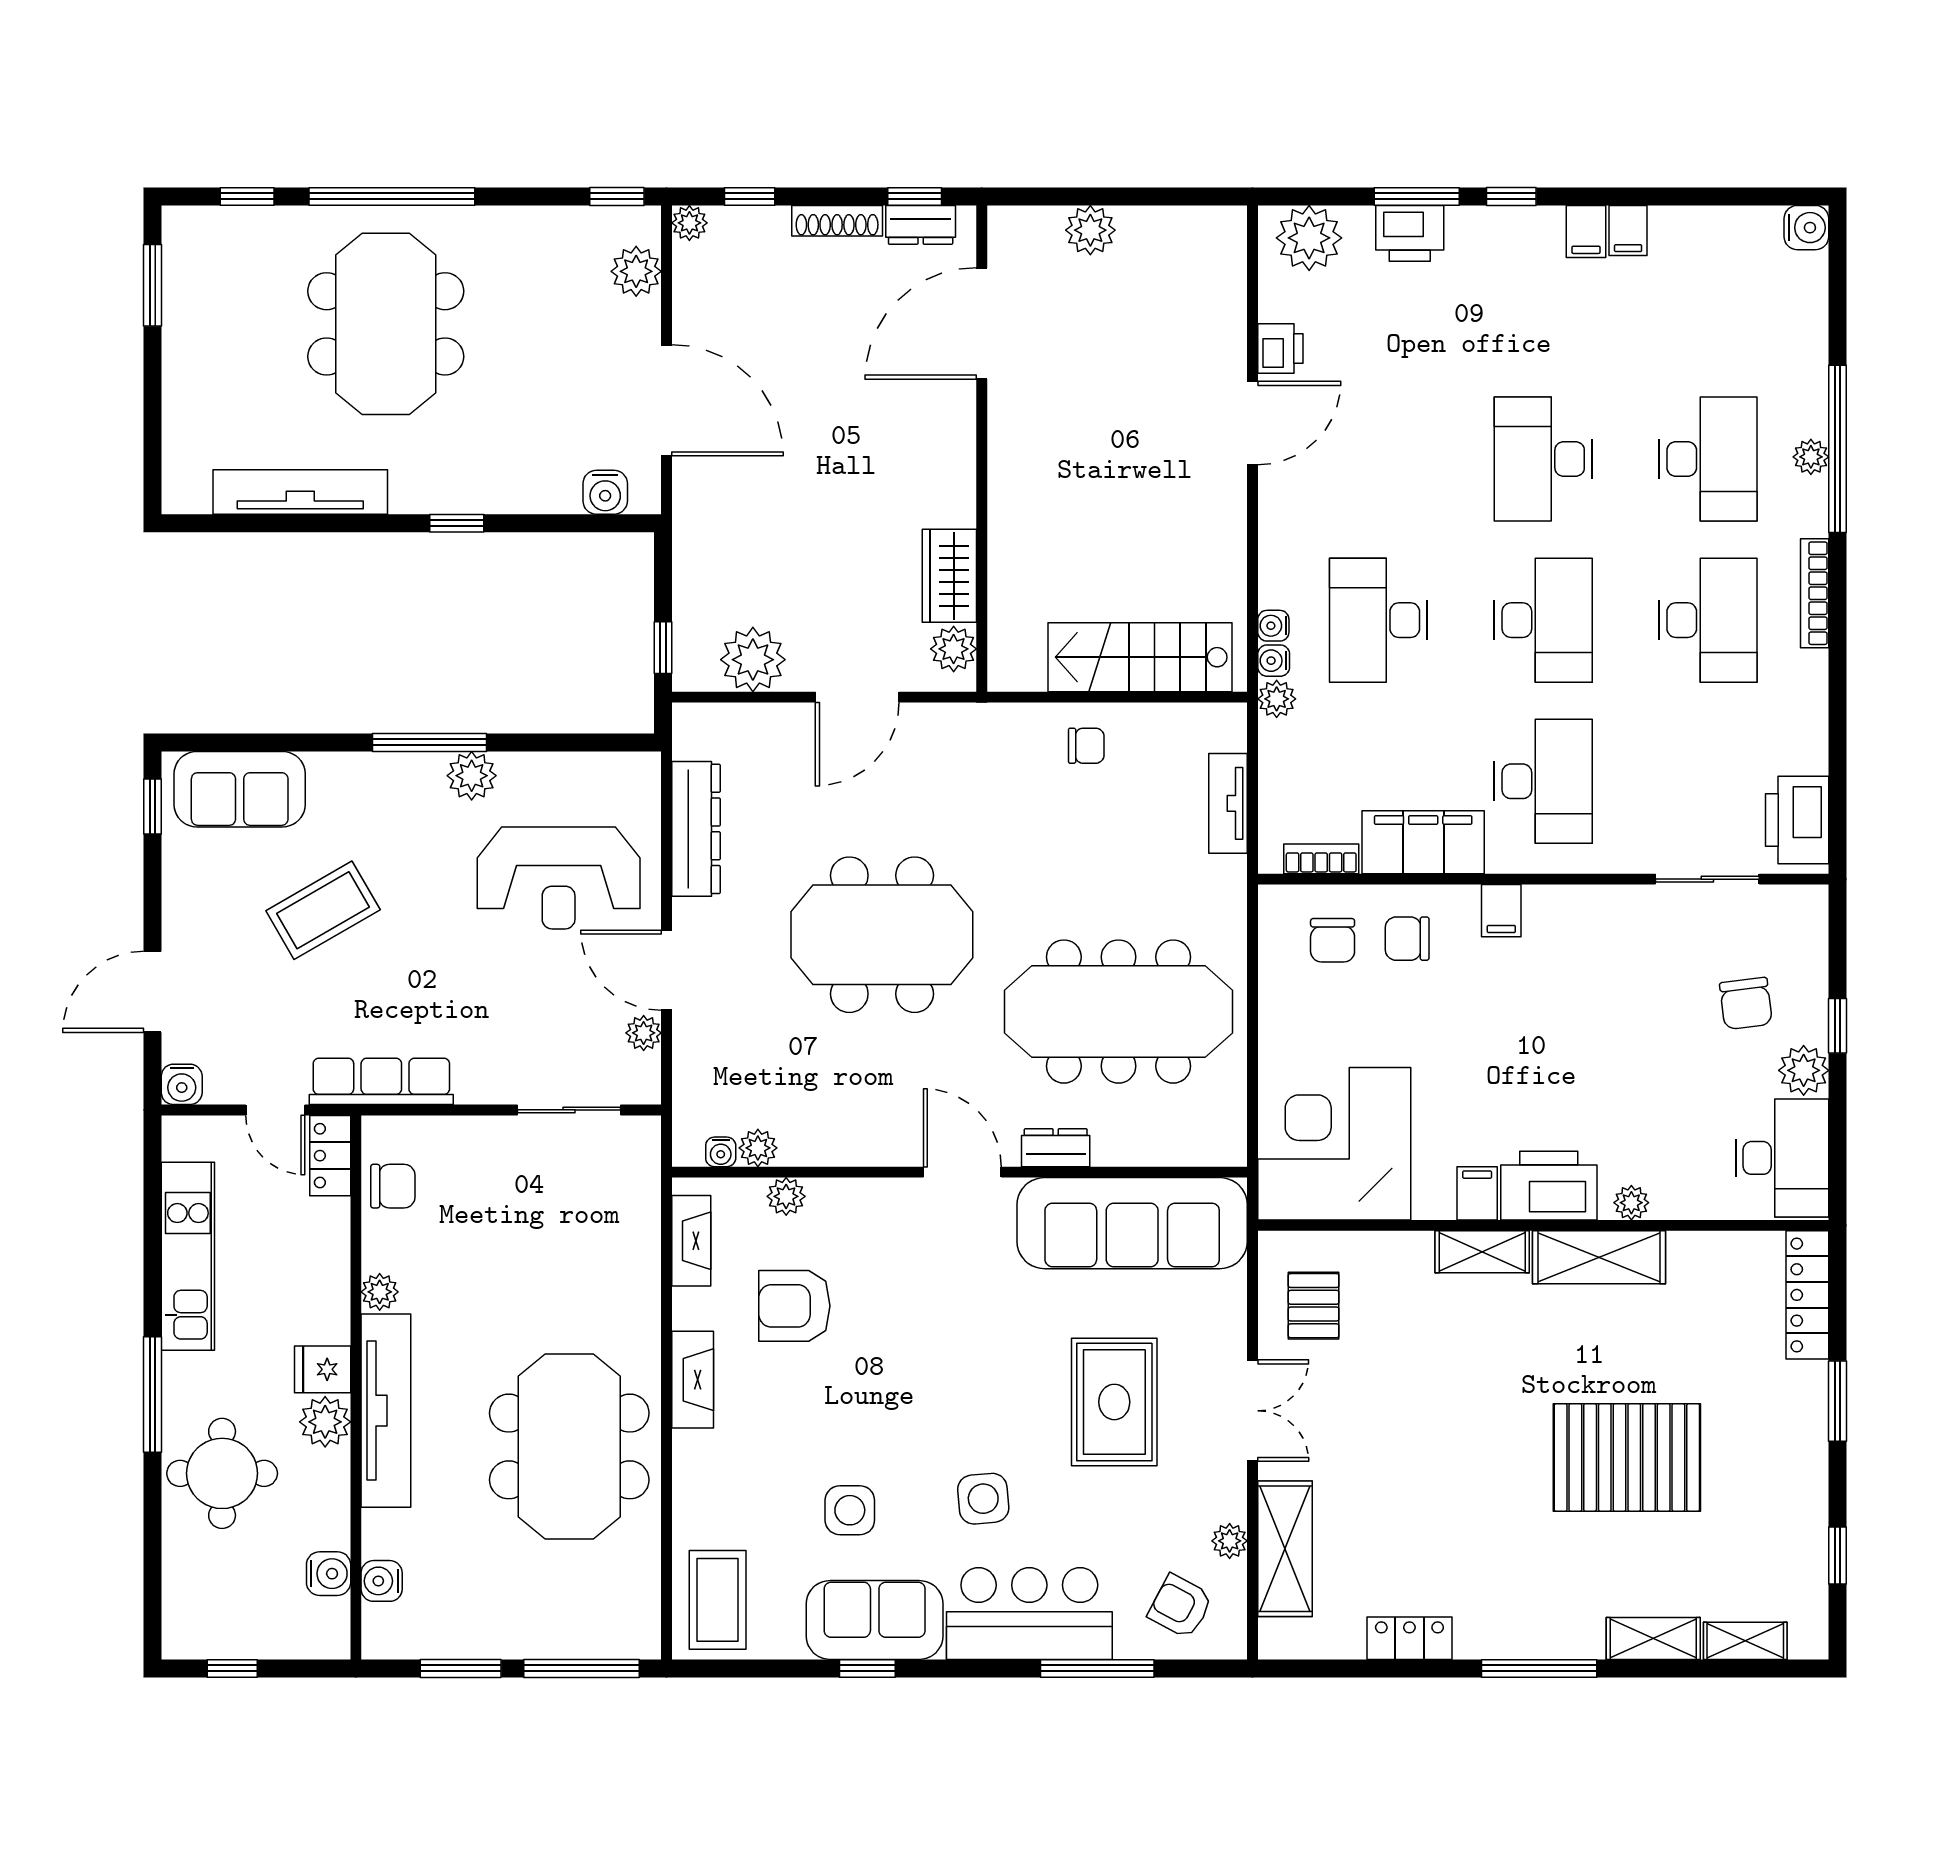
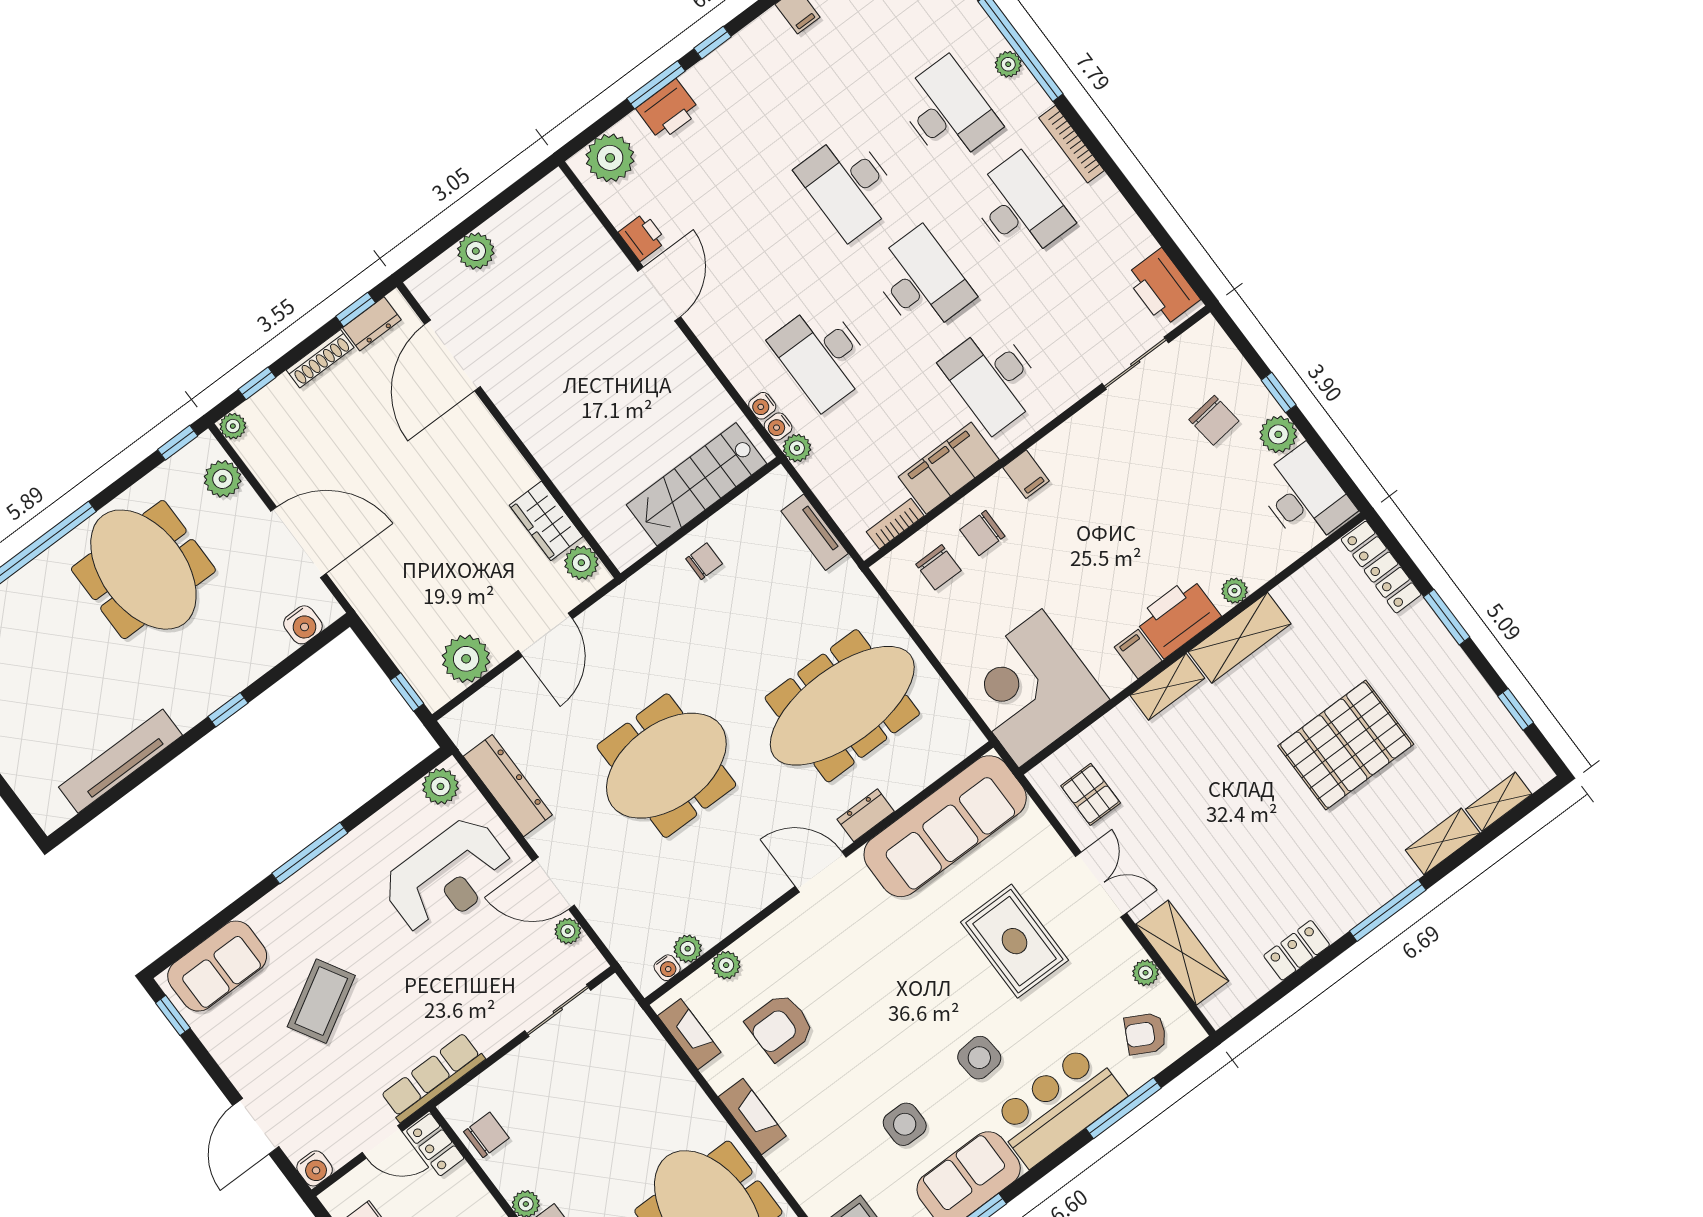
filing cabinet: (1586, 232) -> (773, 30), removed
meeting table: (386, 324) -> (143, 570), moved
plant: (472, 776) -> (440, 786), moved
desk: (1543, 781) -> (993, 378), turned 180

